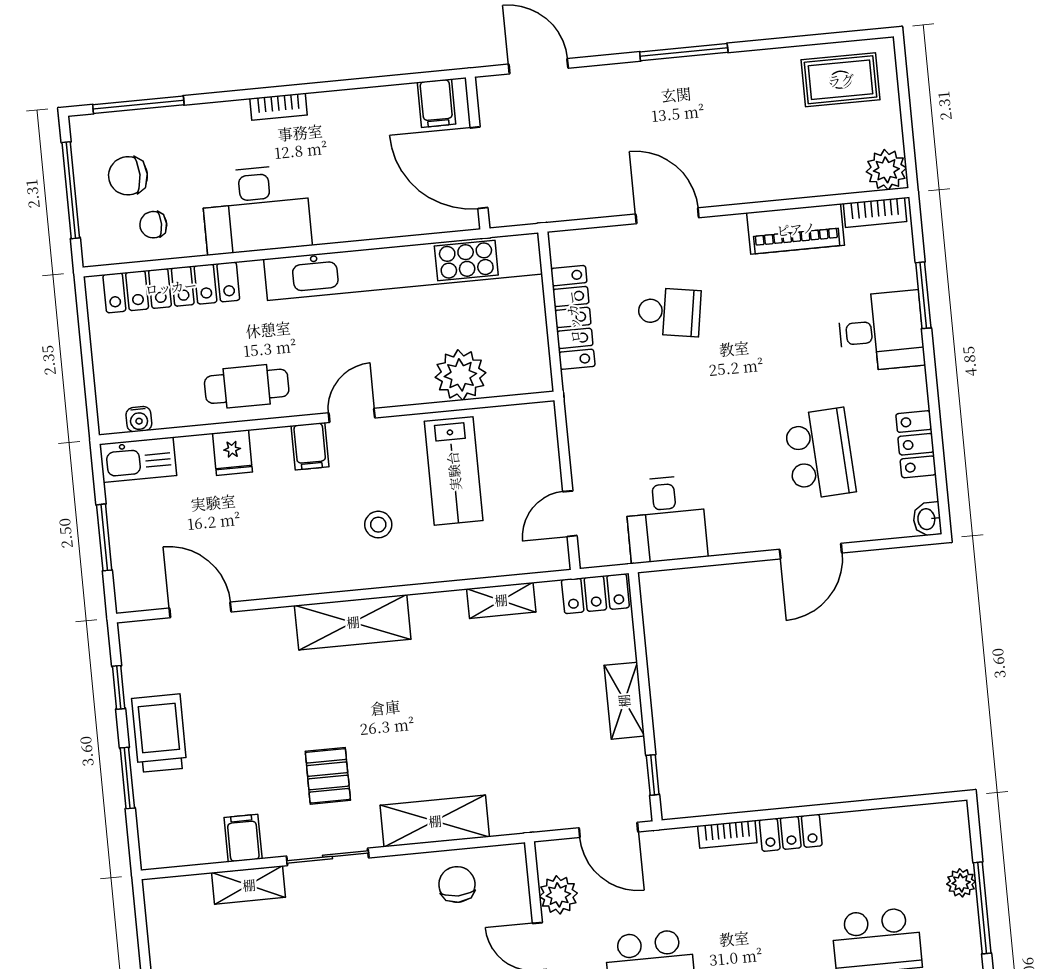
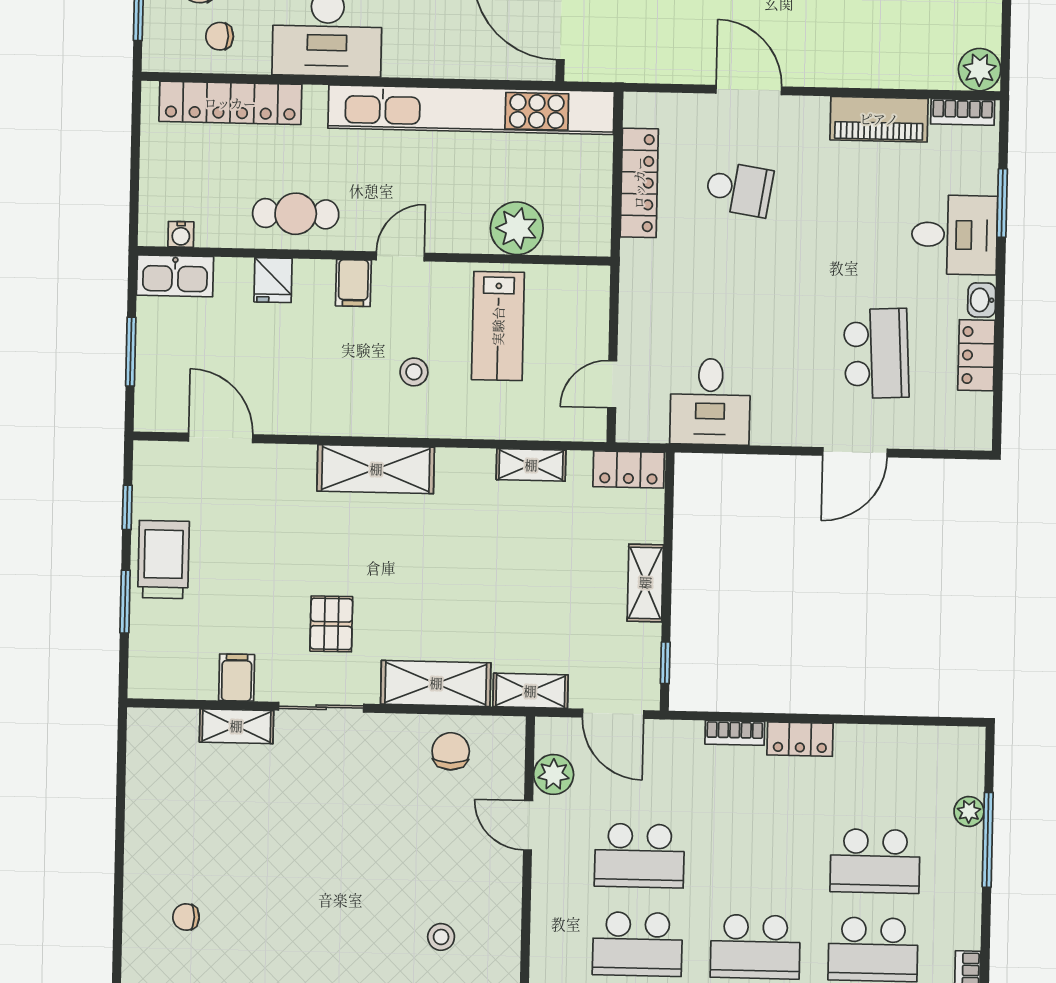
washbasin: (927, 519) -> (982, 300), moved
shelving: (527, 817) -> (530, 691), added

